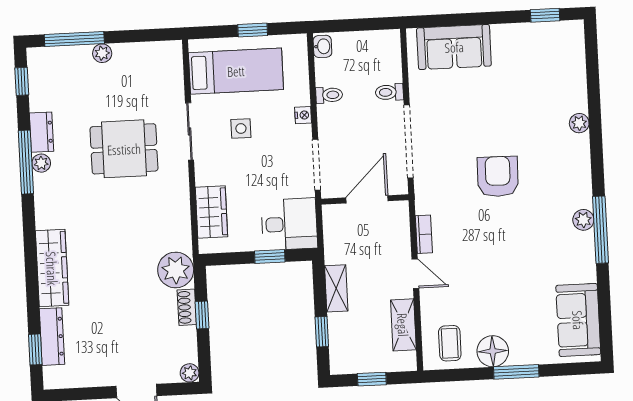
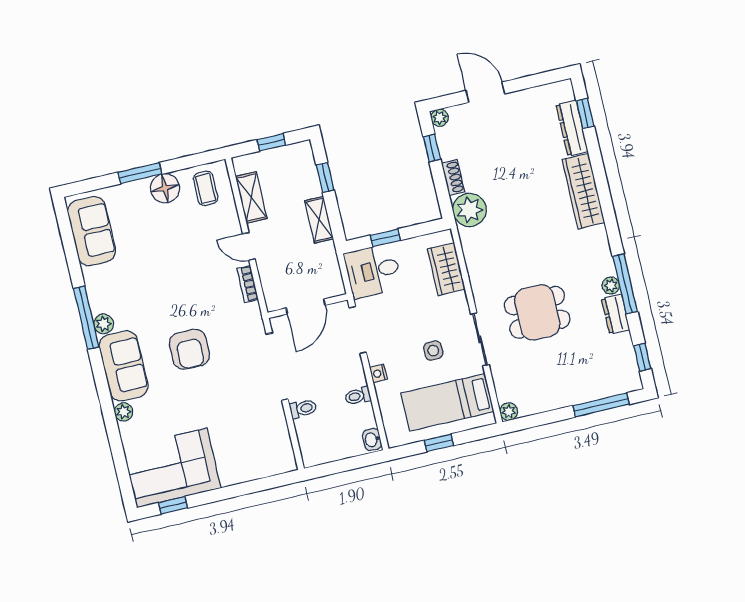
sofa: (454, 47) -> (124, 366), moved, turned 90
plant: (102, 53) -> (509, 412), moved
corner sofa: (539, 55) -> (172, 468), added
window: (202, 315) -> (432, 148), moved

